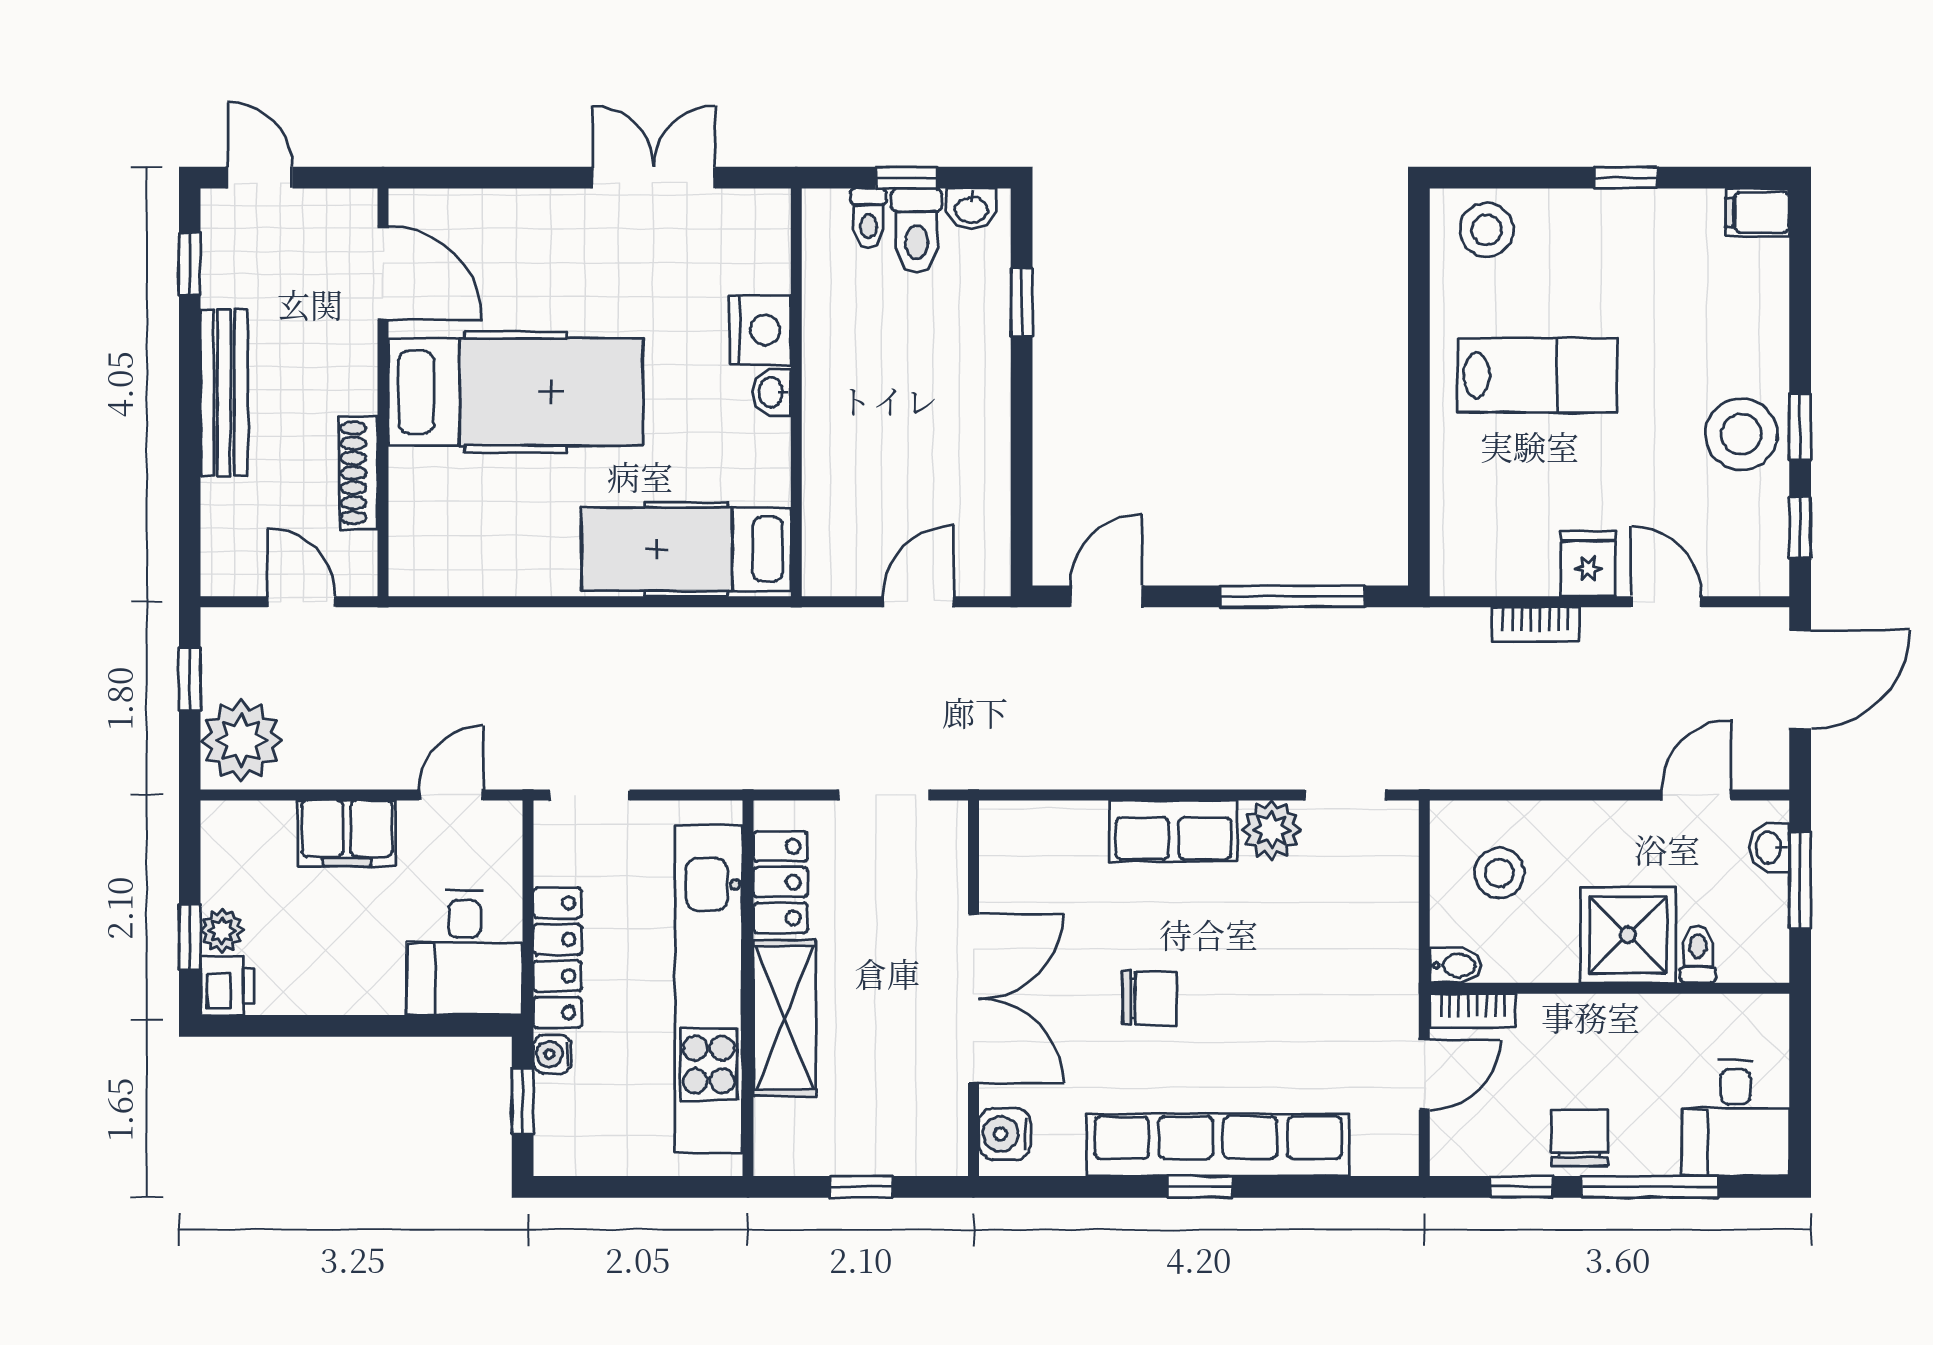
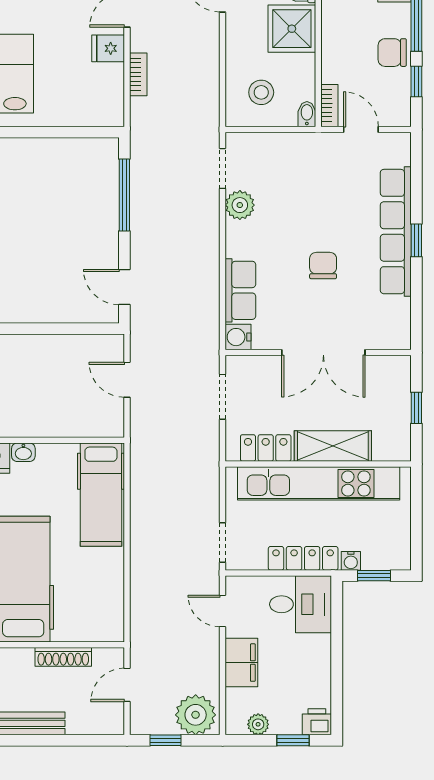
row of seats: (1174, 831) -> (240, 290), moved
plant: (222, 931) -> (258, 724), moved
double door: (973, 999) -> (323, 353), swing flipped
water cooler: (1005, 1134) -> (238, 337), moved, turned 90

